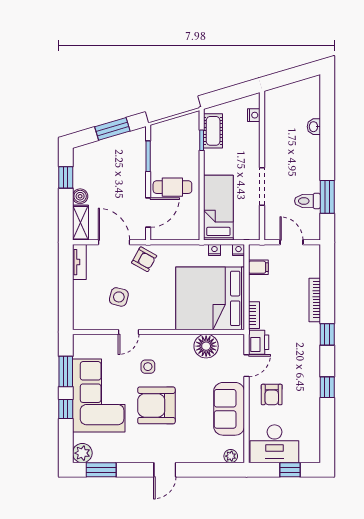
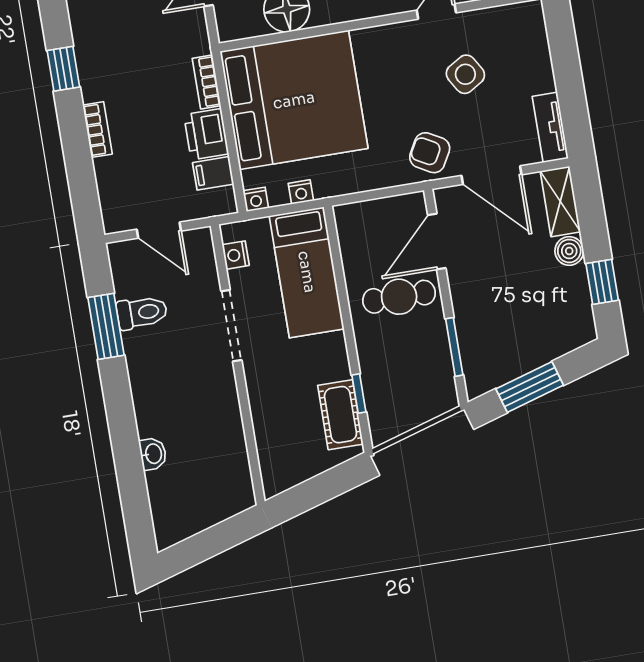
nightstand: (254, 115) -> (236, 255), moved
side table: (119, 297) -> (465, 74), turned 45
bookcase: (315, 300) -> (97, 130), width x0.64
printer: (259, 342) -> (206, 134), moved

